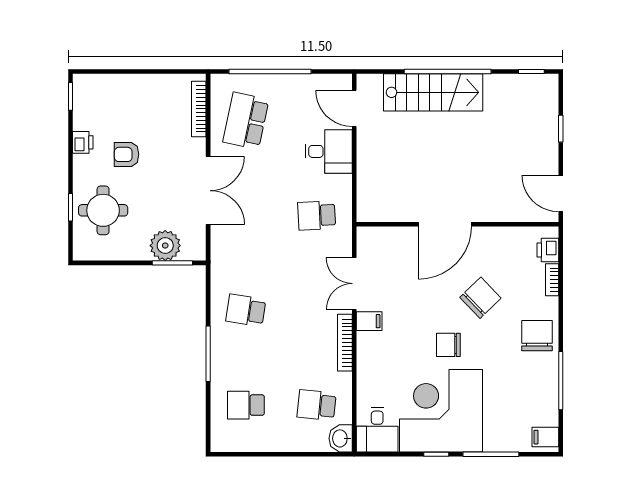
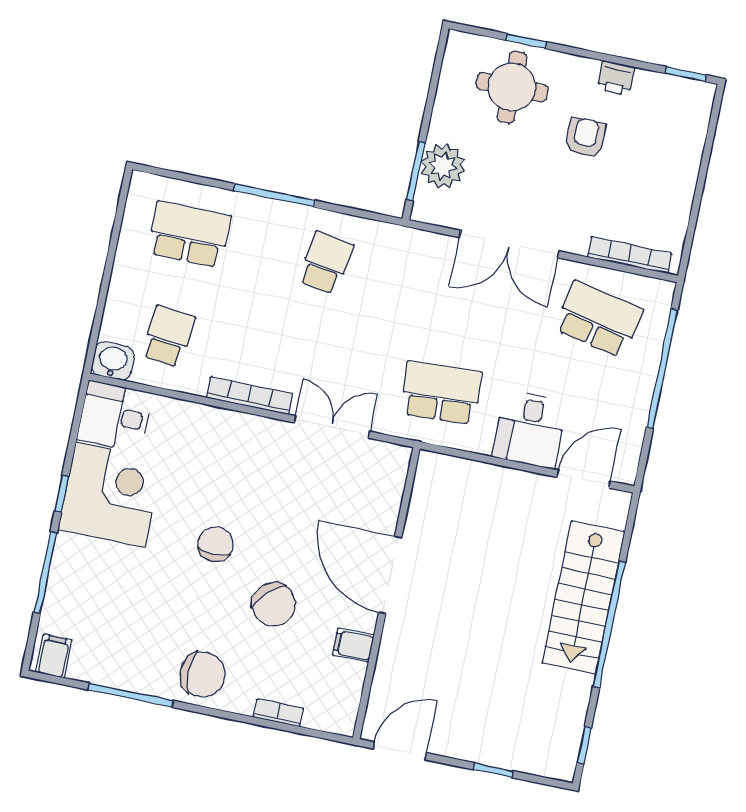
school desk: (317, 215) -> (441, 393), width x1.85
printer: (548, 250) -> (322, 715), removed
filing cabinet: (369, 321) -> (353, 645), moved, turned 90
school desk: (246, 405) -> (189, 235), width x1.85
corner desk: (441, 411) -> (110, 495), width x0.74, depth x0.74

